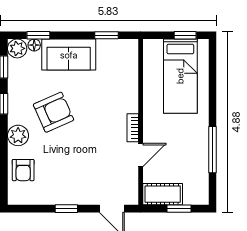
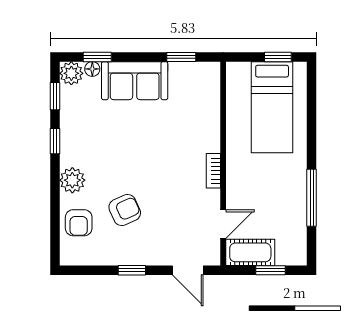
armchair: (53, 112) -> (125, 210), moved, width x0.72, depth x0.72
door: (141, 155) -> (223, 224), moved

